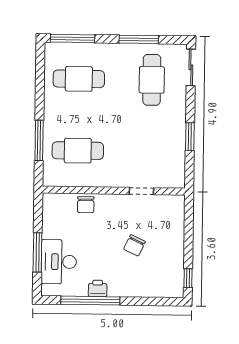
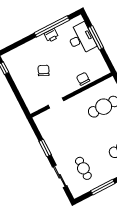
sliding door: (191, 67) -> (60, 176), moved
cafe table: (152, 80) -> (83, 168), width x0.73, depth x0.74

